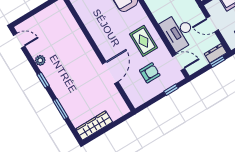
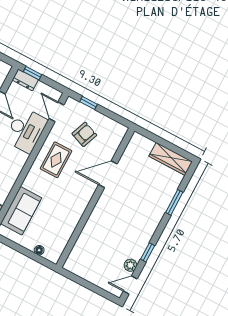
door: (19, 41) -> (130, 285), hinge flipped
plant: (40, 60) -> (130, 265), moved
armchair: (150, 73) -> (84, 134), turned 111
window: (43, 80) -> (148, 252), moved

